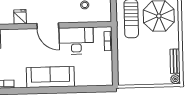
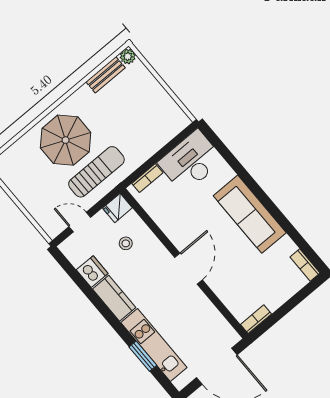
fridge: (20, 17) -> (117, 208), moved
desk: (76, 41) -> (191, 161), moved, turned 90

